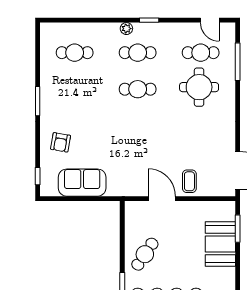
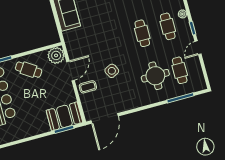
door: (210, 20) -> (198, 48), moved
side table: (177, 144) -> (112, 71), added
plant: (136, 212) -> (56, 55), added
booth: (220, 244) -> (64, 116), moved

